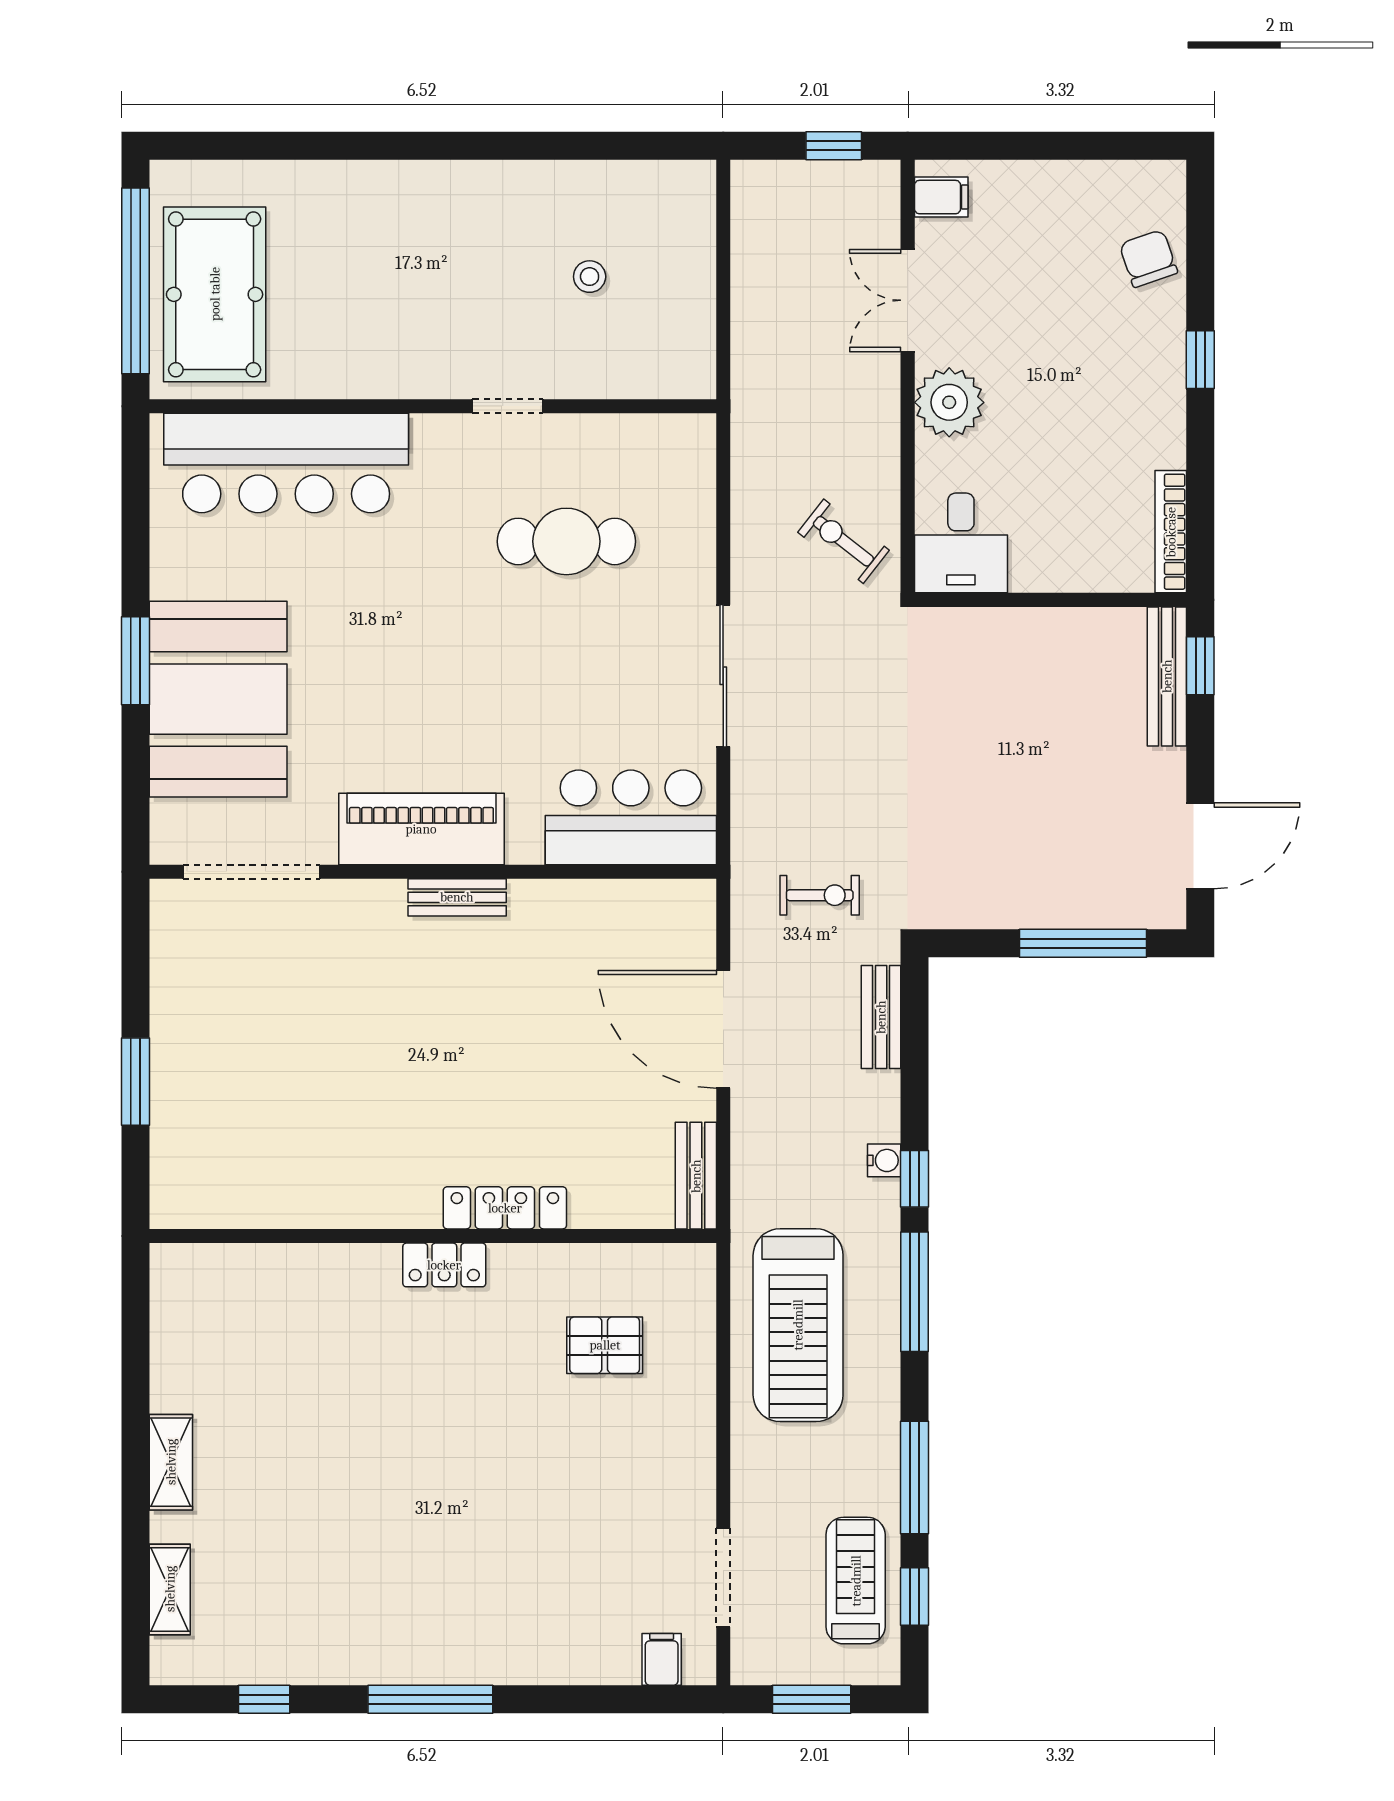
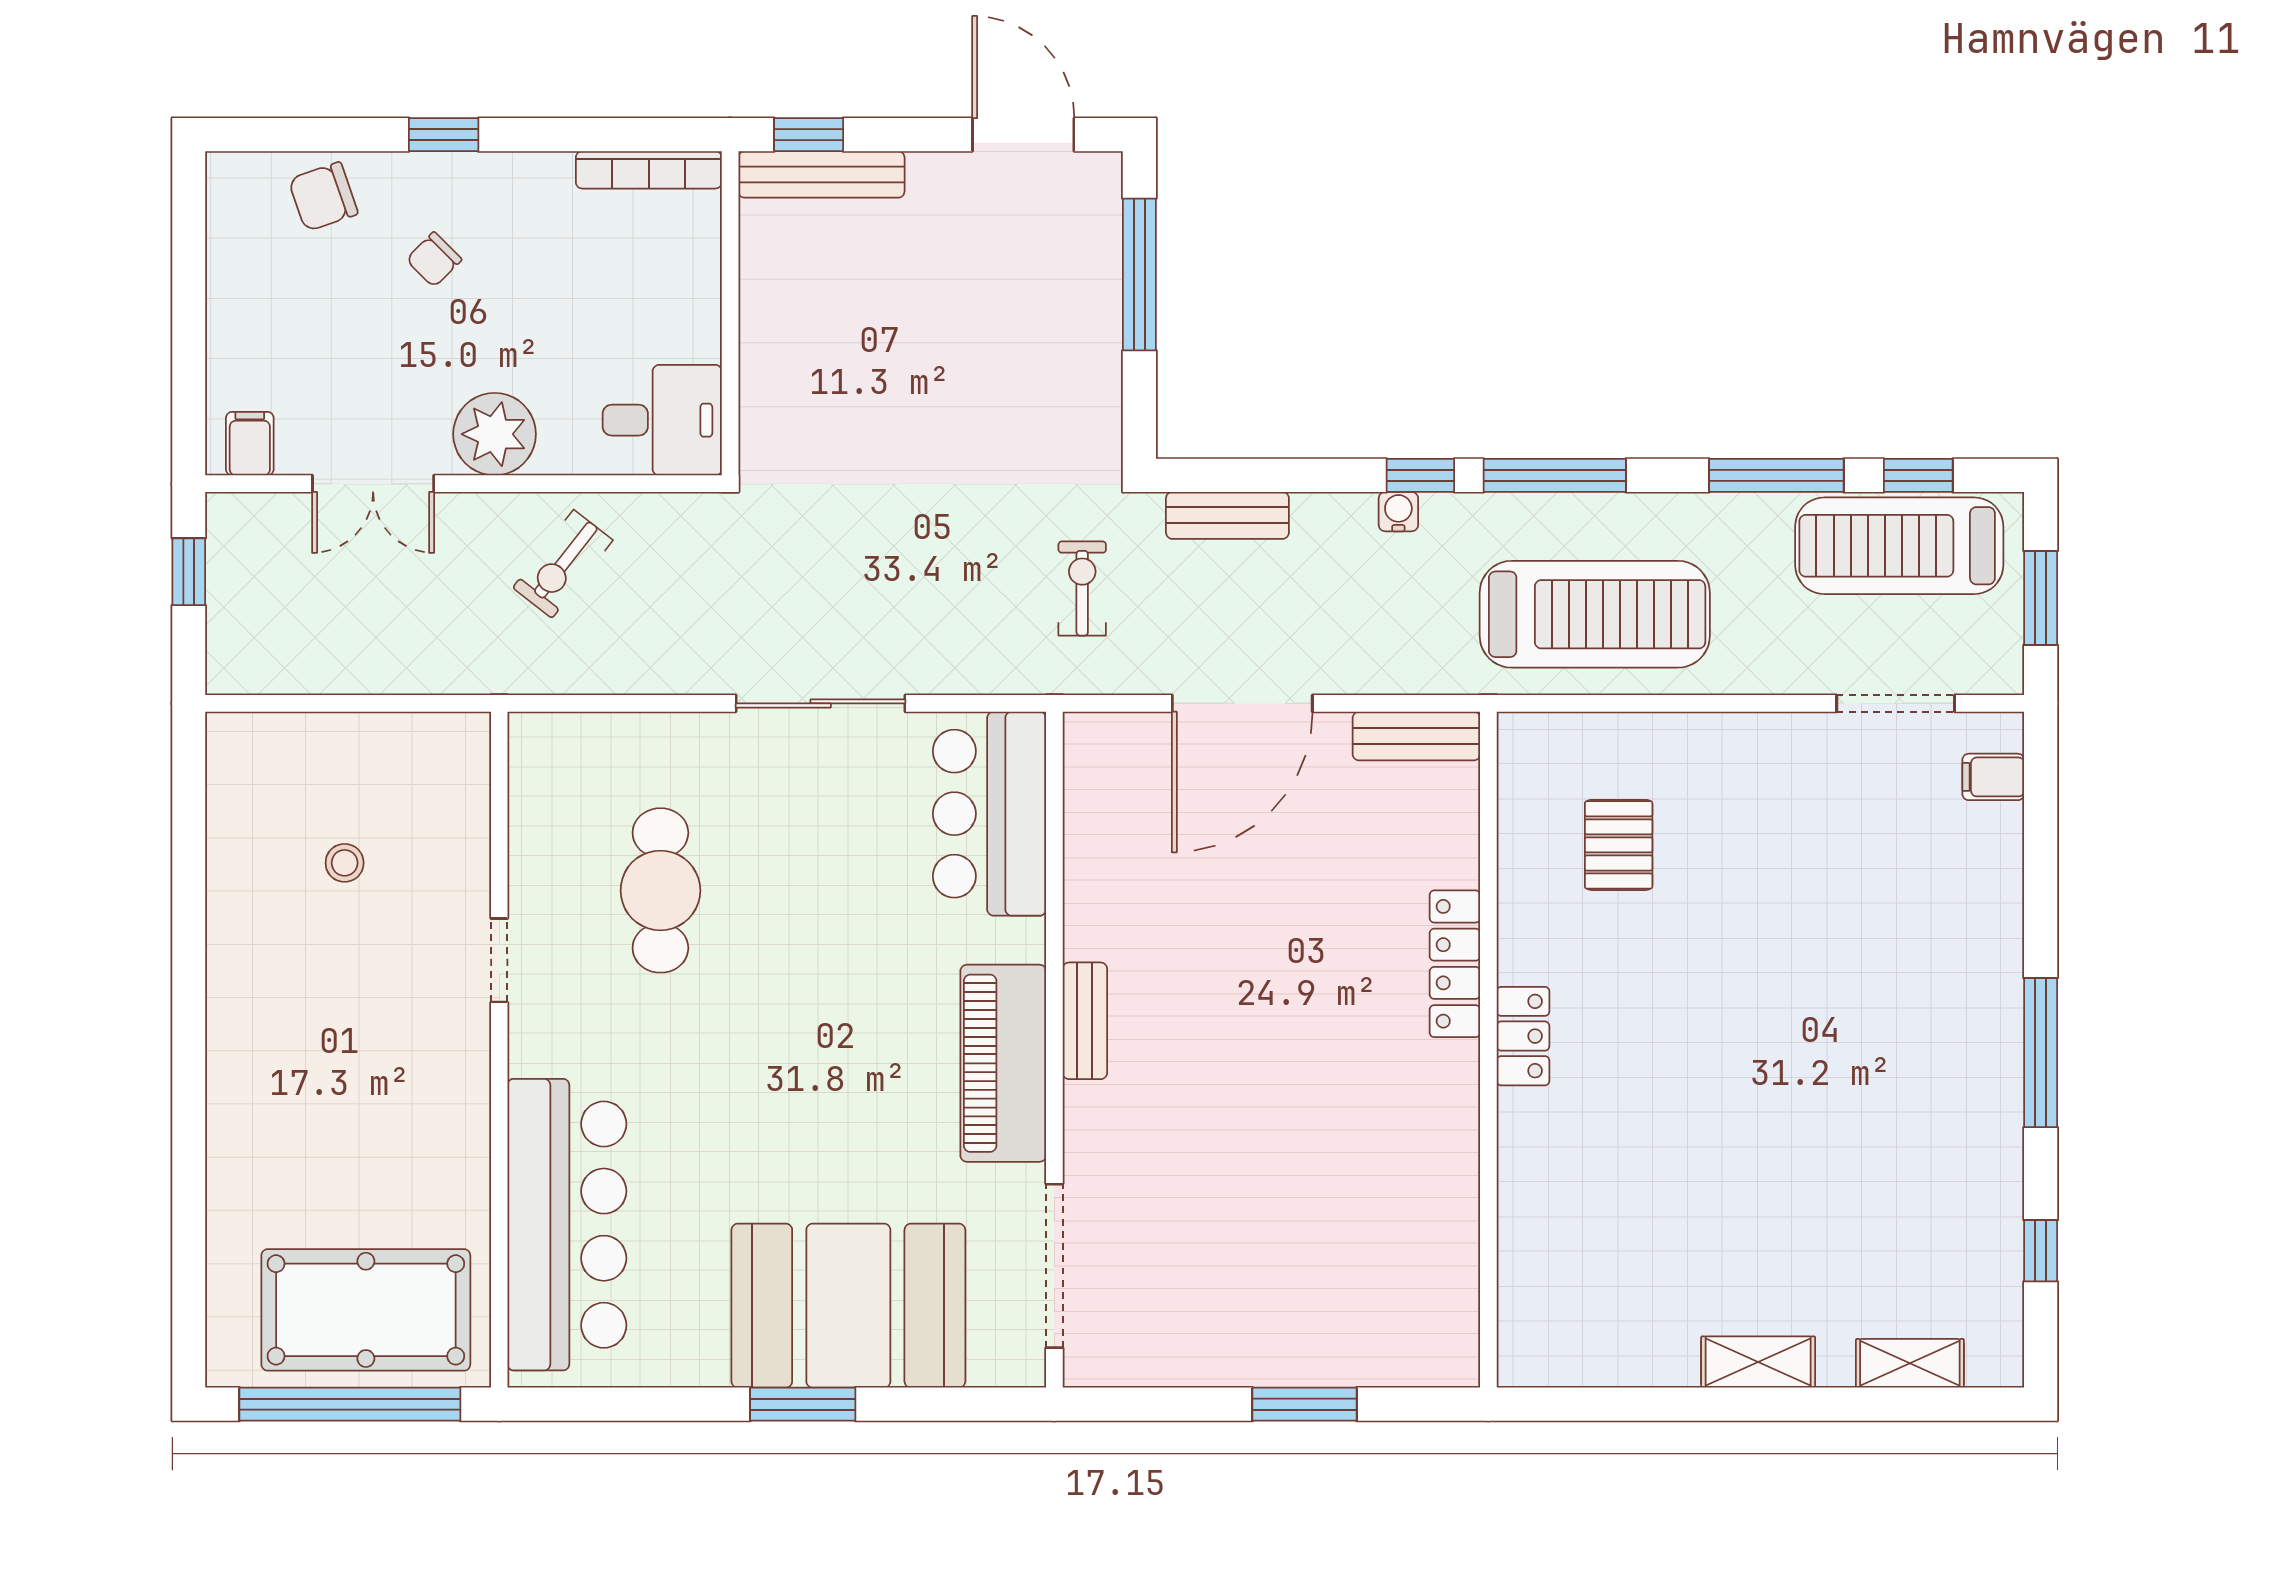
chair: (1096, 351) -> (434, 260), added
exercise bike: (843, 541) -> (563, 564), moved
treadmill: (856, 1581) -> (1899, 546), width x1.37, depth x1.38

